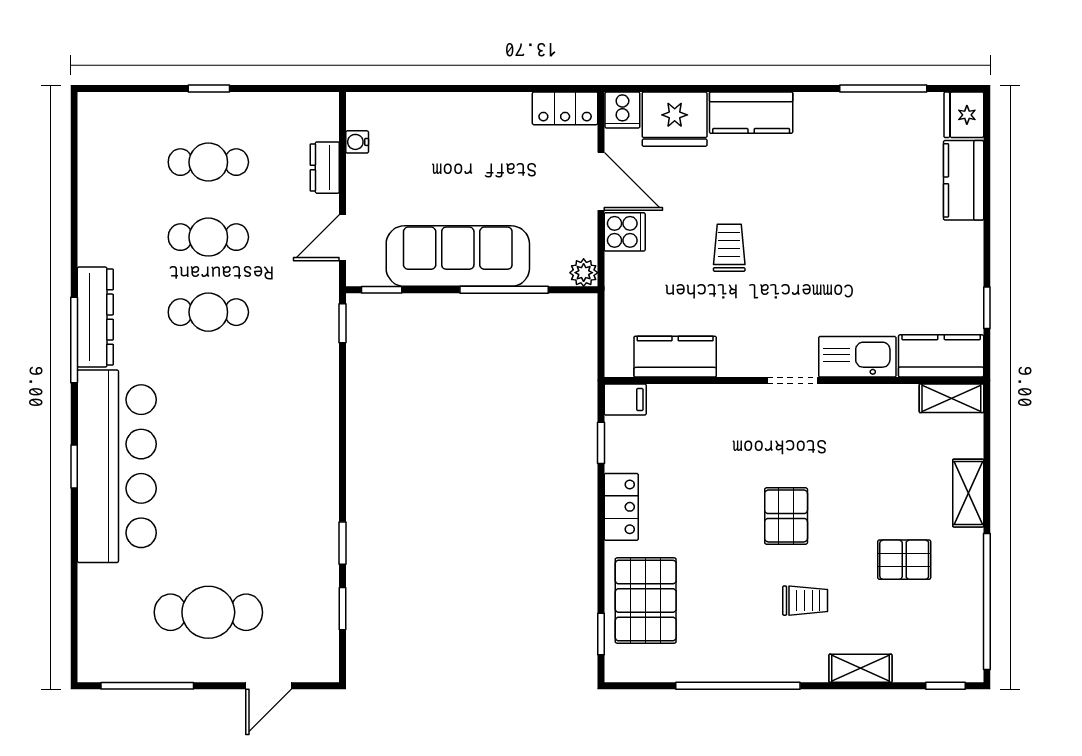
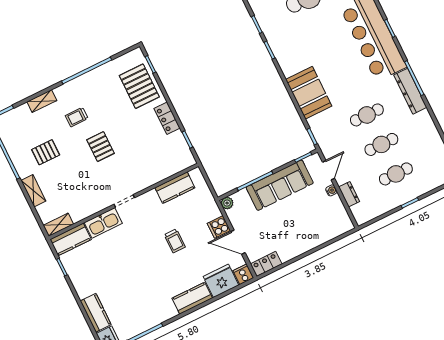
water cooler: (357, 142) -> (331, 190), moved
filing cabinet: (625, 399) -> (186, 161), removed
booth: (305, 416) -> (309, 93), added

